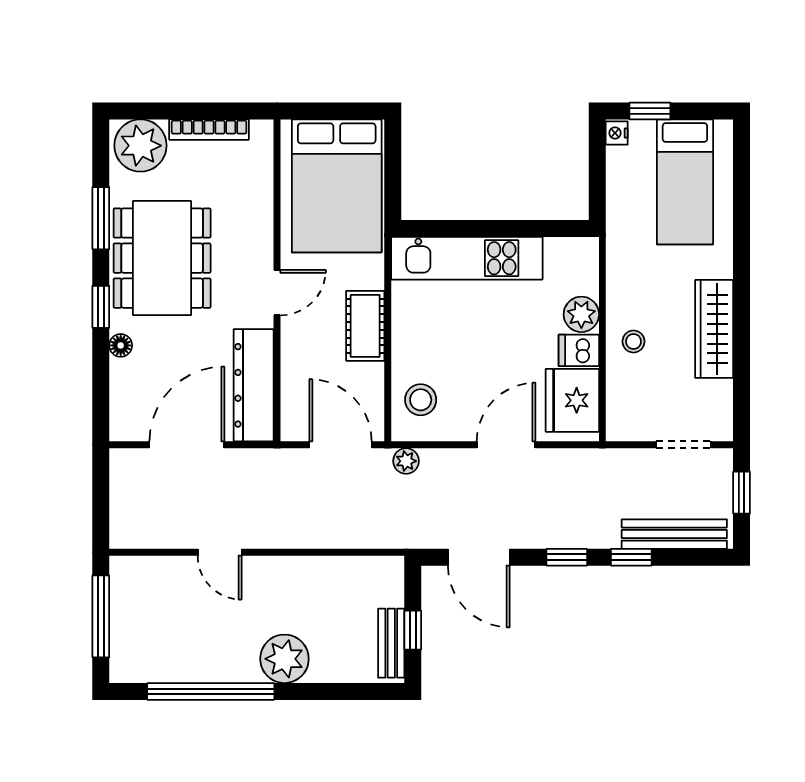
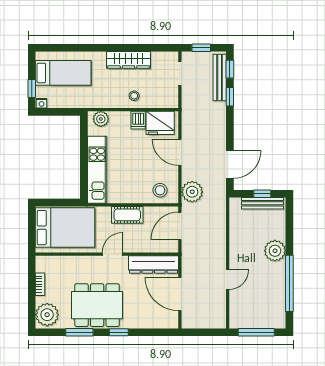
bookcase: (209, 130) -> (40, 284), width x0.64
door: (277, 293) -> (112, 254), hinge flipped
plant: (581, 314) -> (101, 119), moved
floor lamp: (121, 345) -> (136, 323), removed
plant: (406, 461) -> (192, 192), width x1.88, depth x1.88
window: (567, 557) -> (230, 69), moved
bench: (391, 643) -> (262, 203), width x1.36

